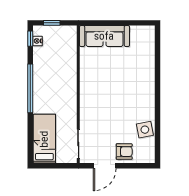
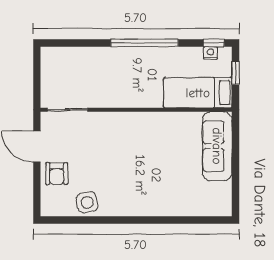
bed: (44, 139) -> (198, 93), moved, turned 180

